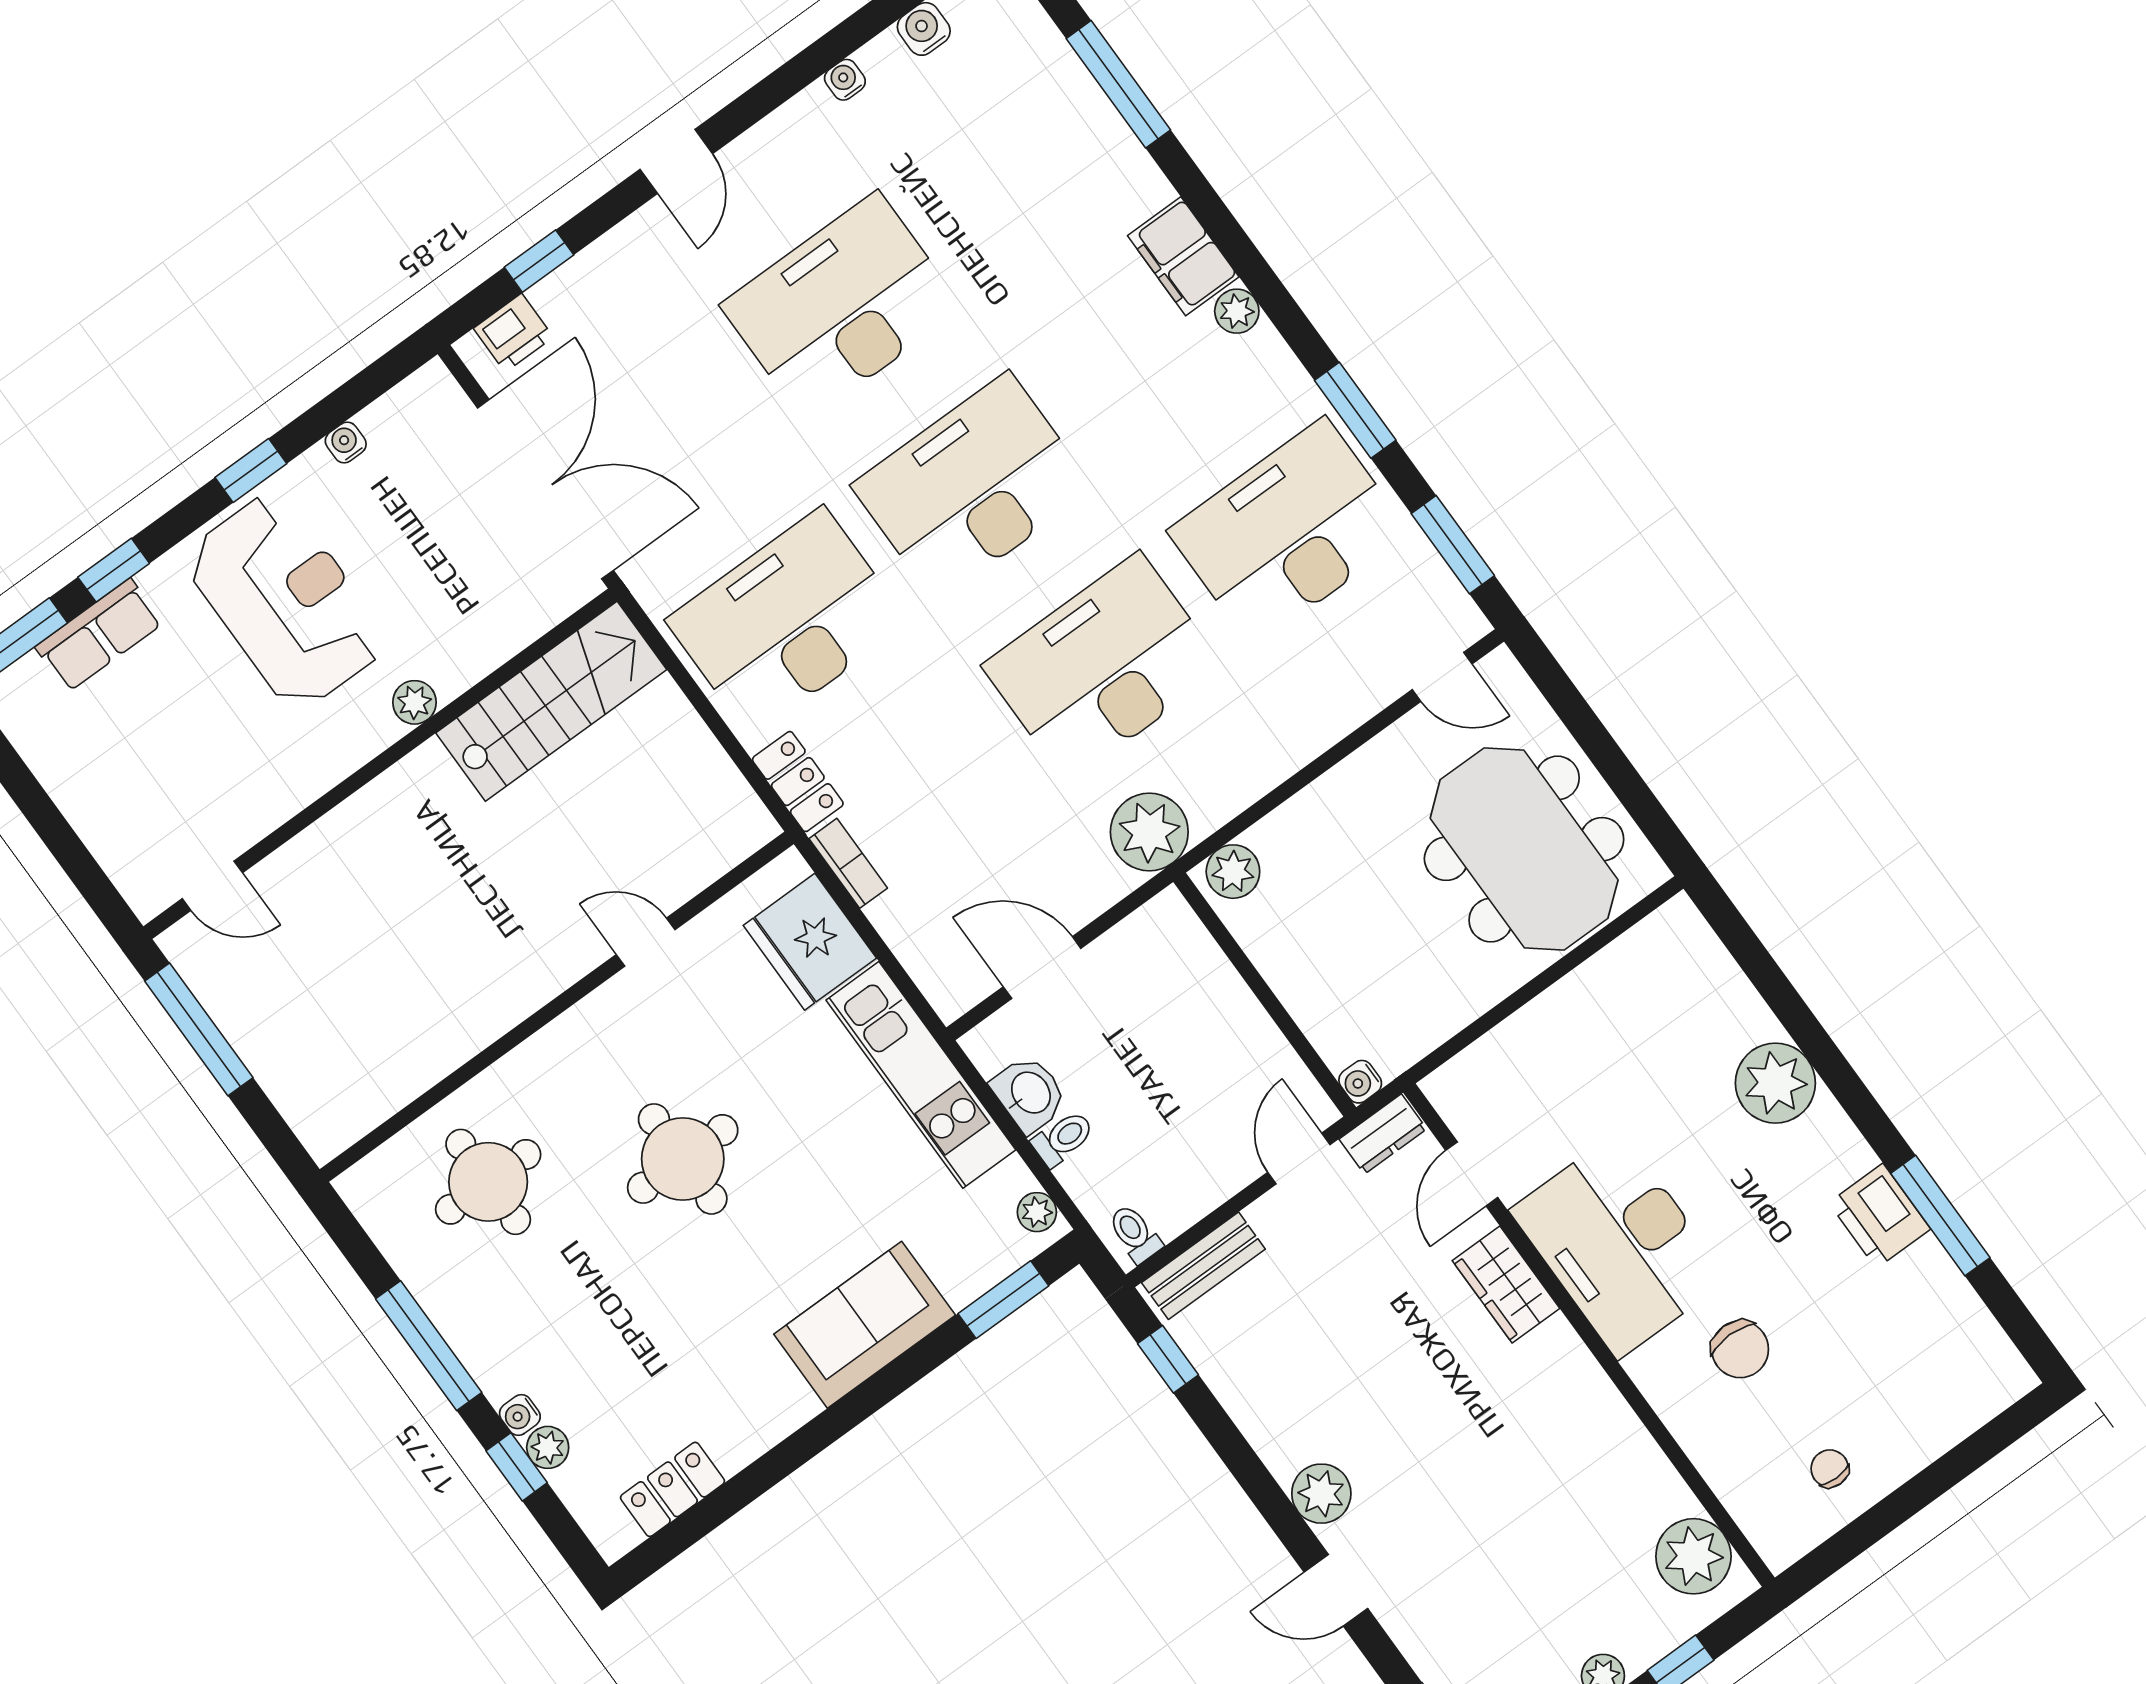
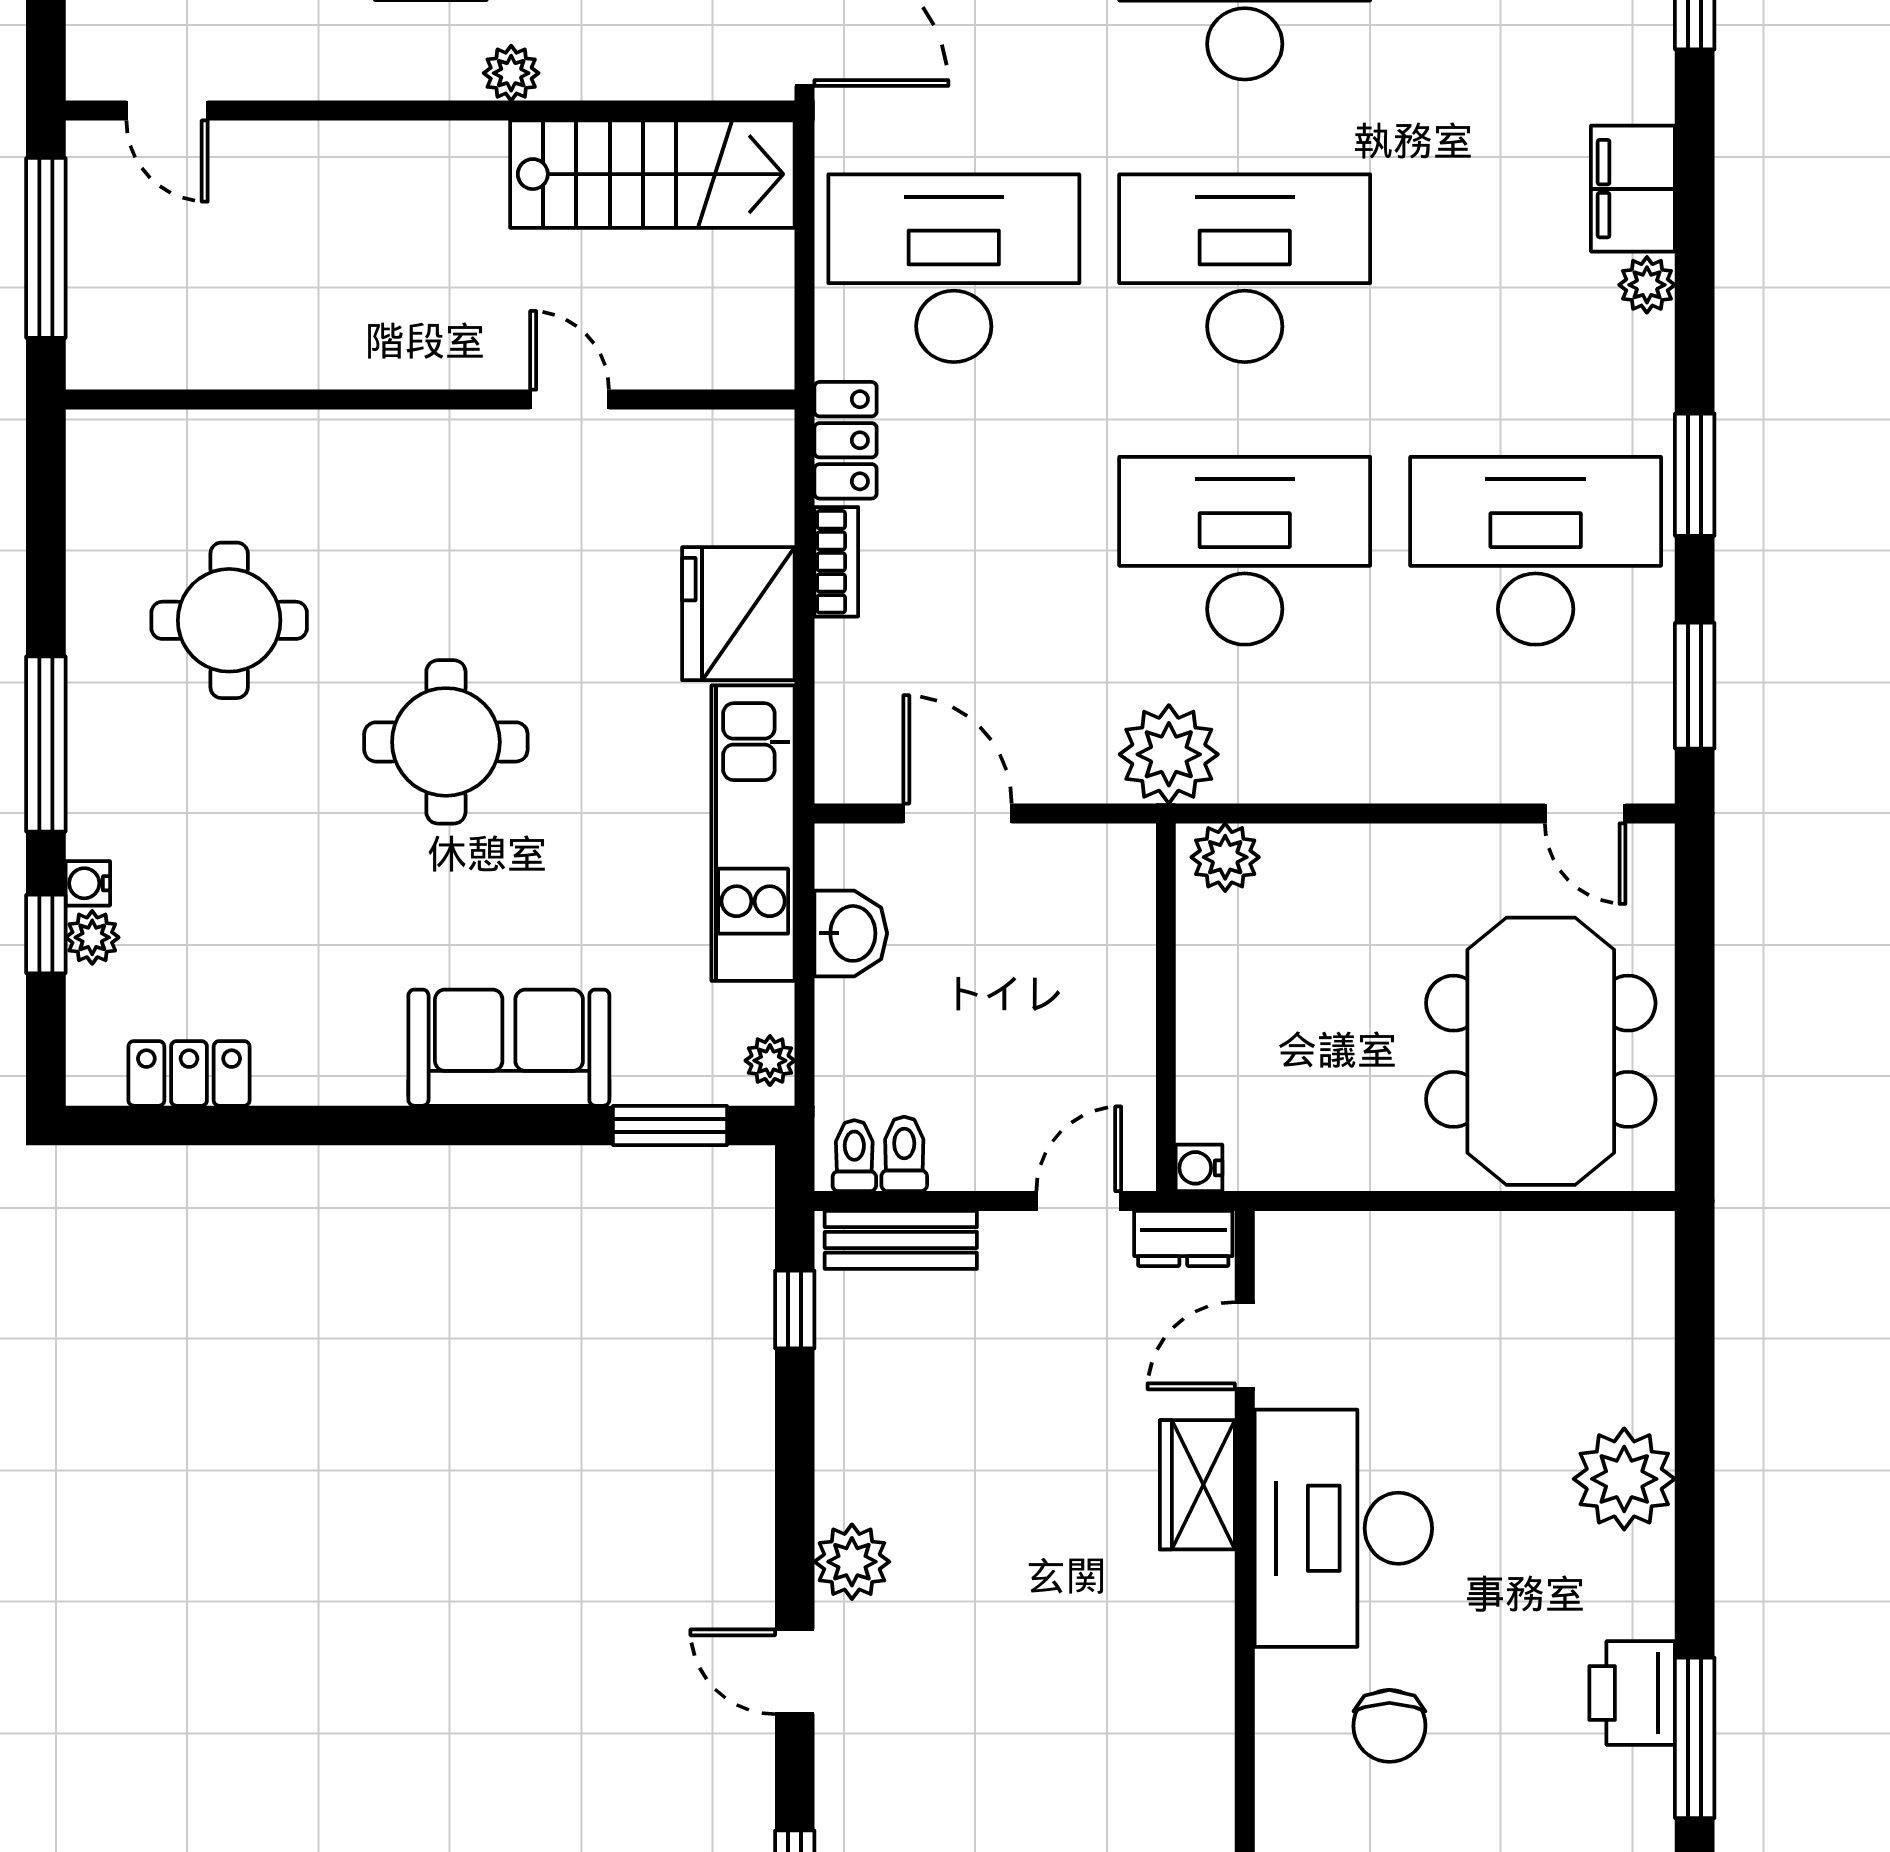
door: (646, 942) -> (570, 400), moved
wall: (557, 1007) -> (430, 400), moved
toilet: (1063, 1138) -> (904, 1154), moved, turned -90

